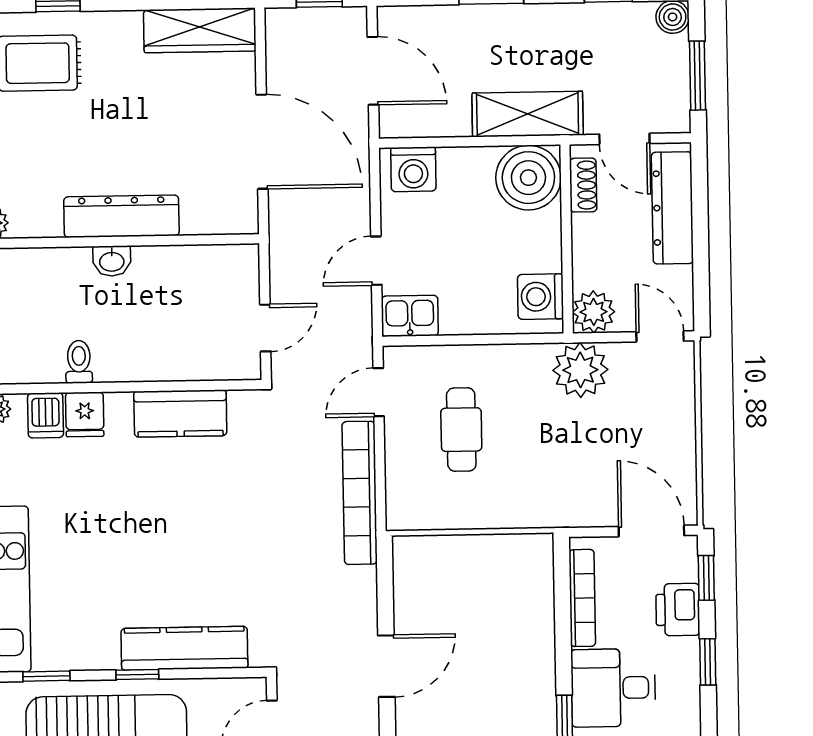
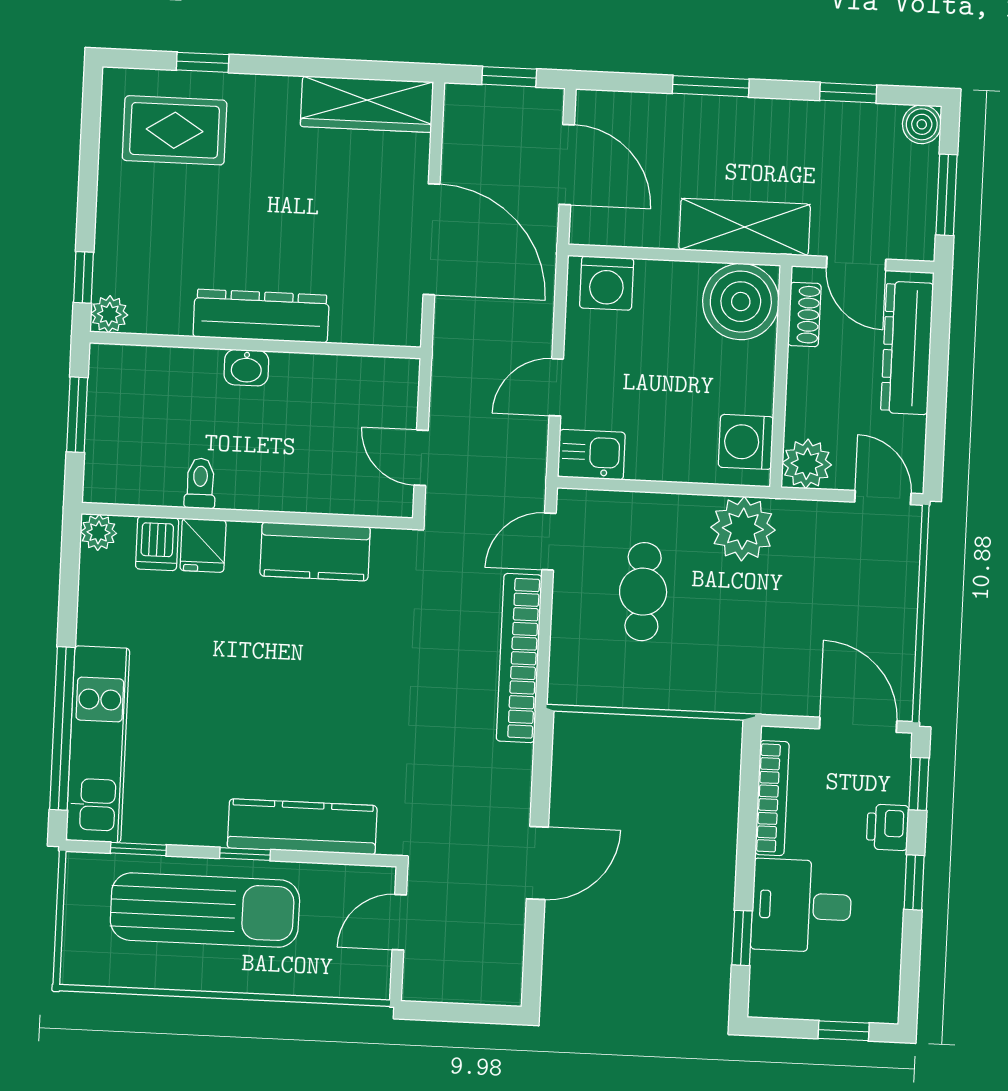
door: (265, 328) -> (421, 458), swing flipped
plant: (580, 370) -> (743, 529), moved
printer: (678, 610) -> (888, 827), width x0.73, depth x0.81

